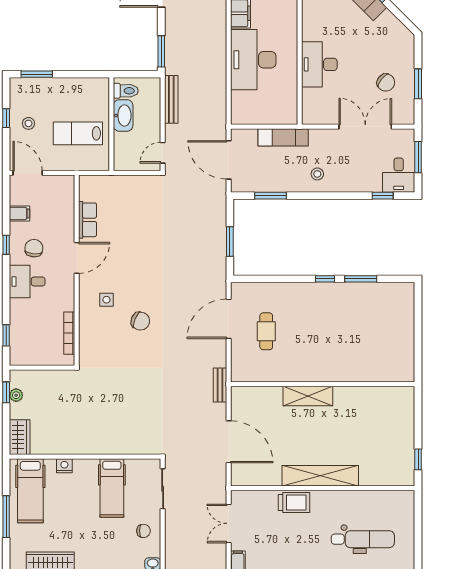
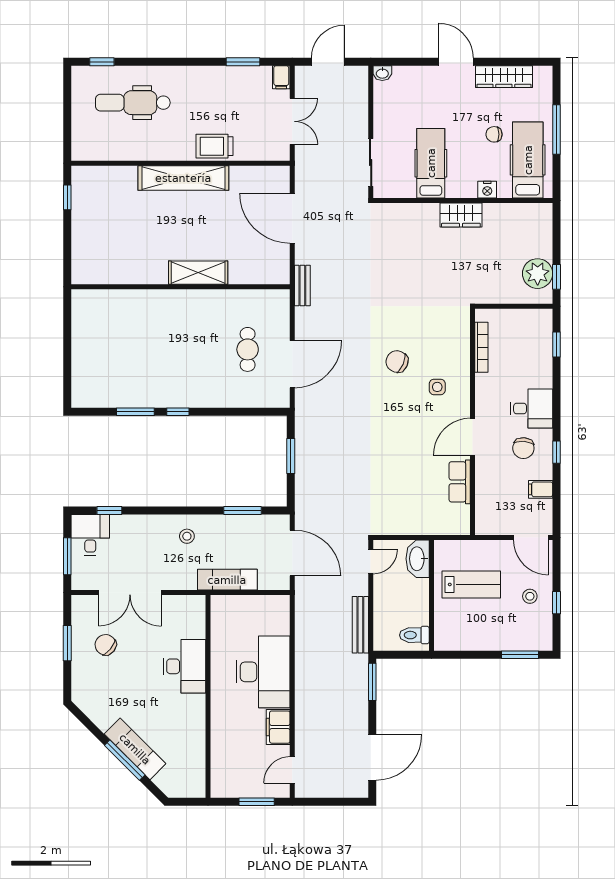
washbasin: (123, 115) -> (418, 559), moved
plant: (16, 395) -> (538, 274), width x1.87, depth x1.87
wardrobe: (20, 437) -> (461, 215), moved, turned -90
chair: (144, 531) -> (494, 134), moved

